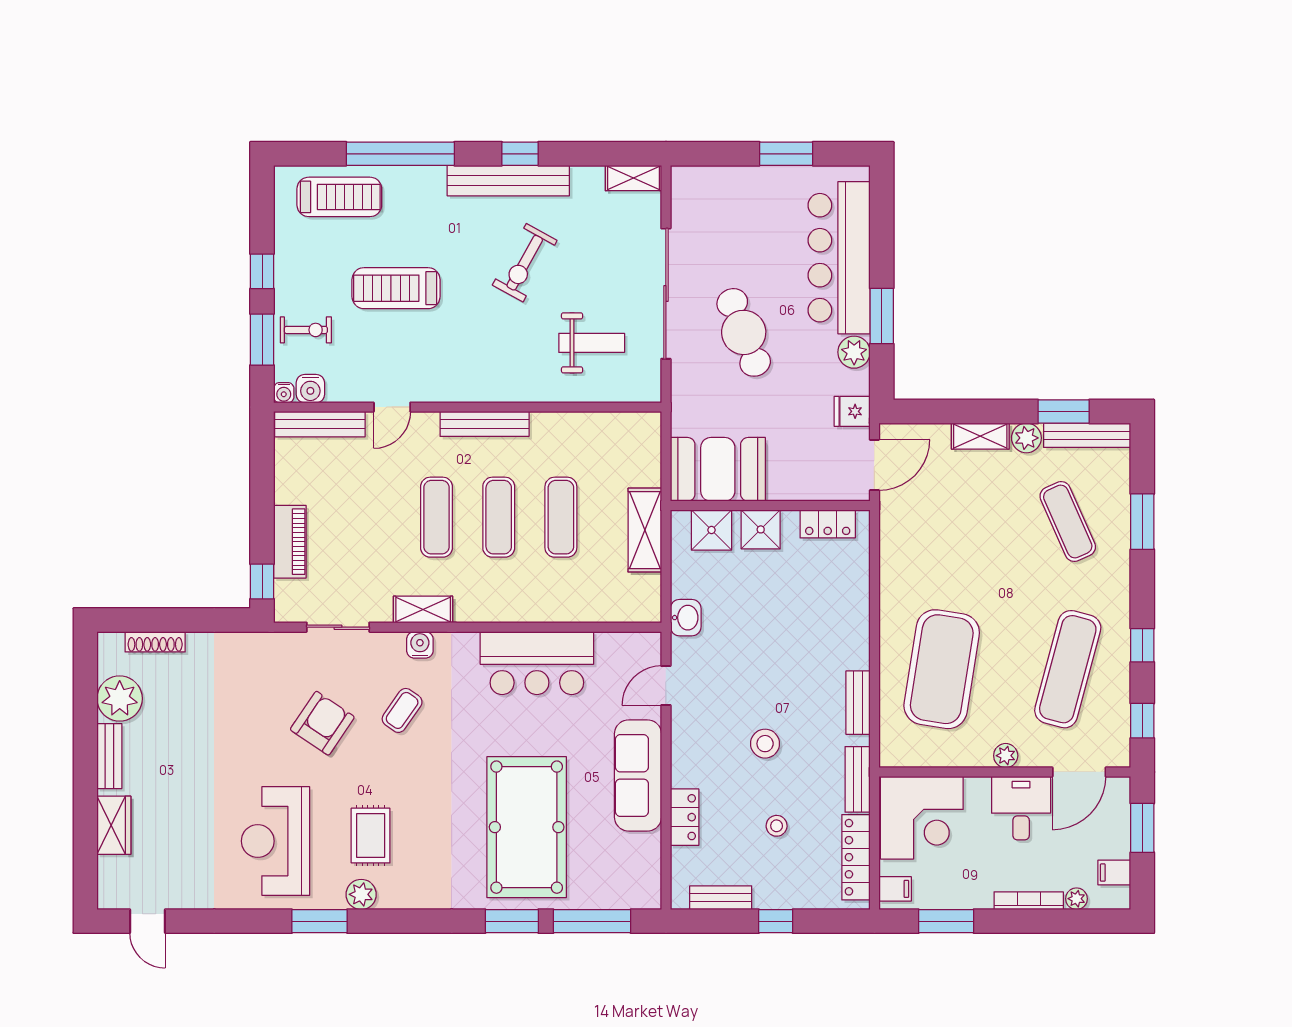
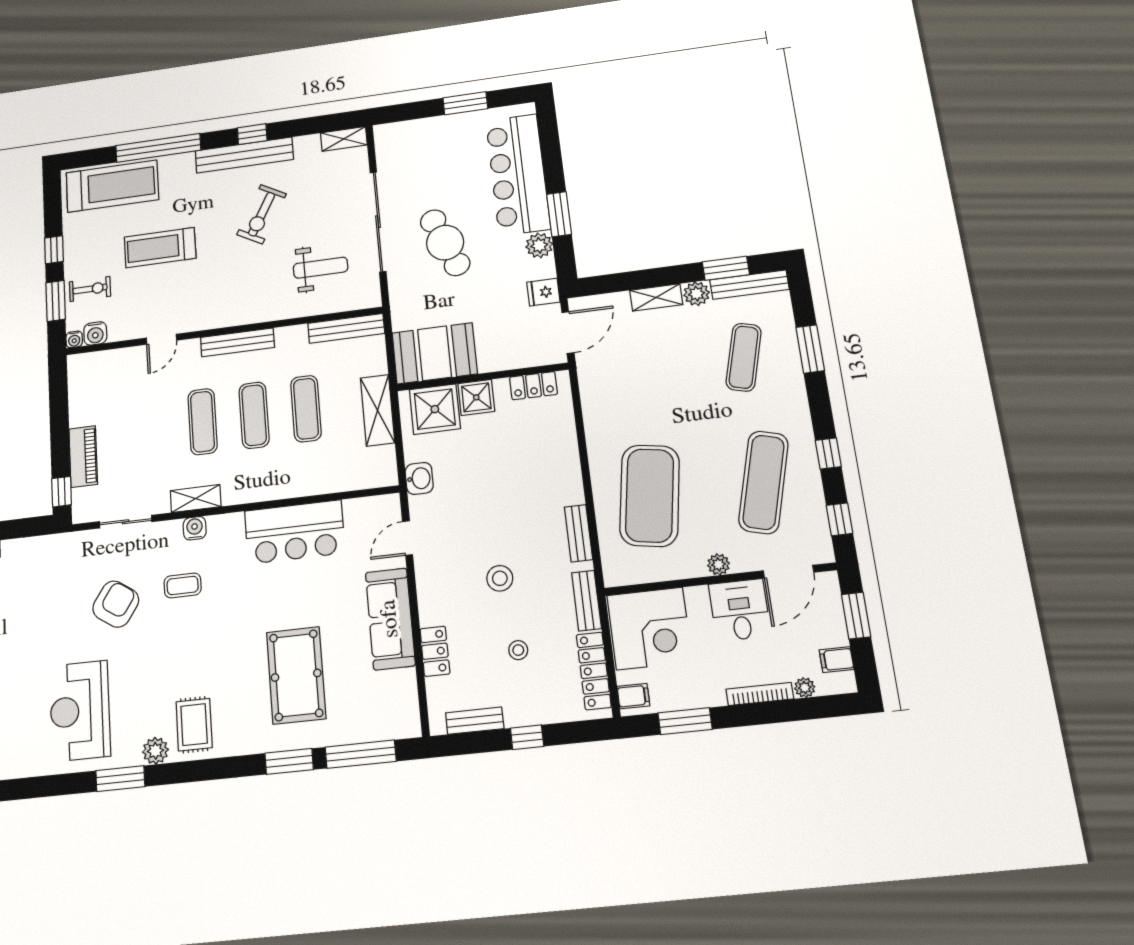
treadmill: (339, 197) -> (112, 186), width x1.37, depth x1.38
bench: (320, 424) -> (346, 328), moved
exercise mat: (1068, 522) -> (744, 357), turned 39
shower: (711, 530) -> (435, 409), width x1.36, depth x1.36
coffee table: (402, 710) -> (183, 585), turned 55
pool table: (527, 827) -> (296, 675), width x0.73, depth x0.76
rug: (371, 836) -> (194, 725), moved

